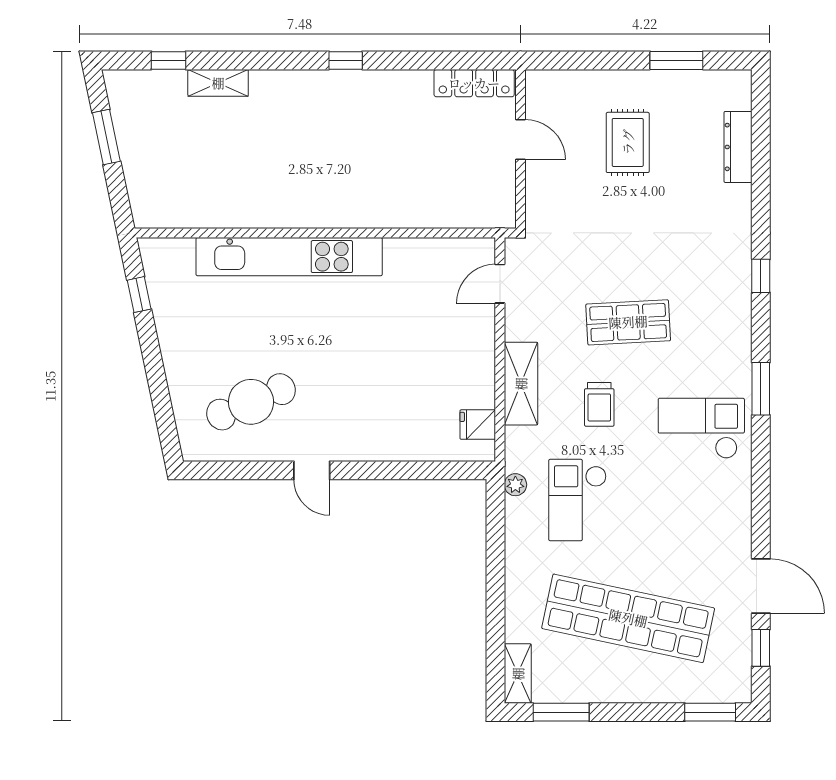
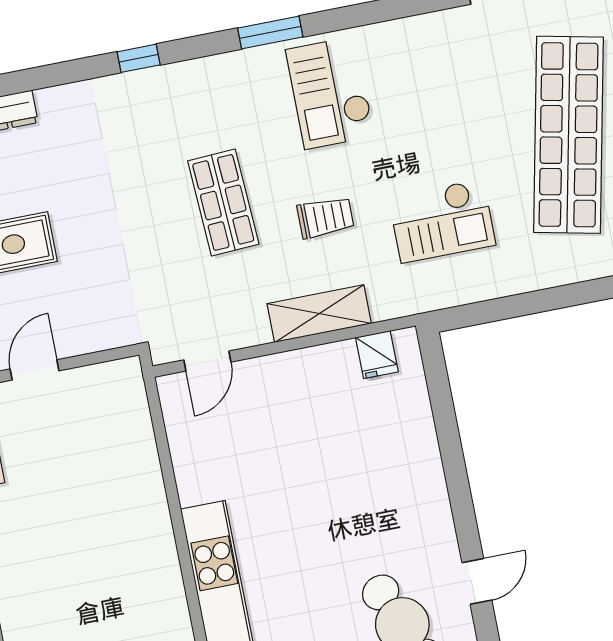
door: (500, 284) -> (207, 361), hinge flipped
door: (312, 470) -> (477, 581), moved
plant: (515, 485) -> (438, 297), removed

